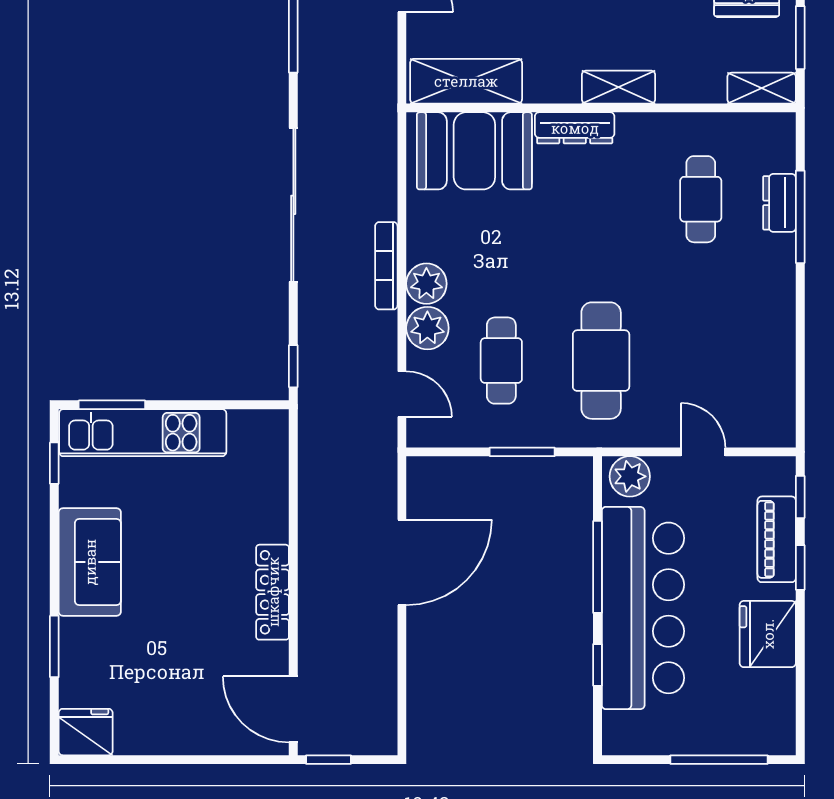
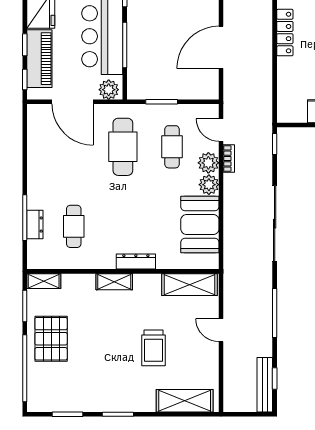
booth: (474, 151) -> (200, 224), moved, turned 90
bookcase: (386, 266) -> (229, 159), moved, width x0.64
door: (703, 452) -> (73, 102), width x1.88
piano: (777, 539) -> (39, 59), width x1.37, depth x1.33

